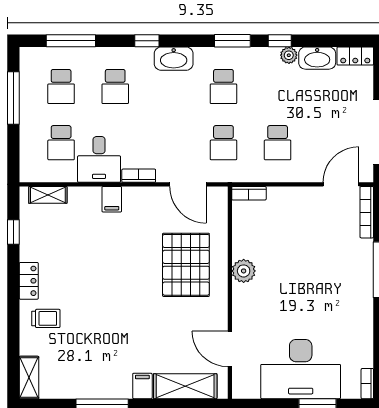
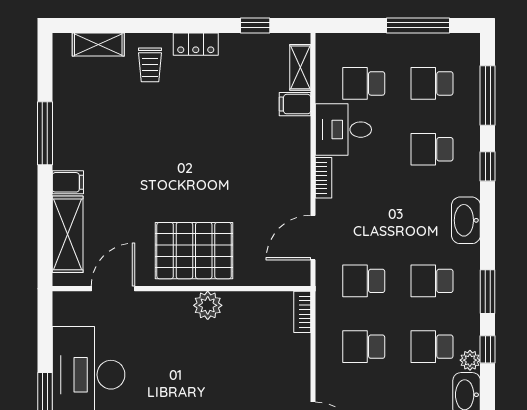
window: (147, 41) -> (488, 166), moved
school desk: (278, 87) -> (432, 347), added
filing cabinet: (112, 199) -> (295, 104), moved
pallet: (186, 265) -> (194, 251), moved
shelving: (29, 378) -> (98, 44), moved

